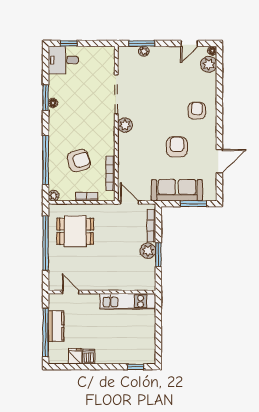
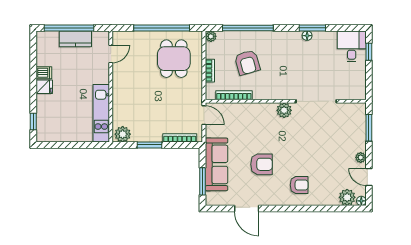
plant: (144, 51) -> (361, 157), moved
door: (130, 202) -> (204, 115), hinge flipped
plant: (148, 251) -> (123, 134), moved
fridge: (75, 356) -> (44, 87), moved

